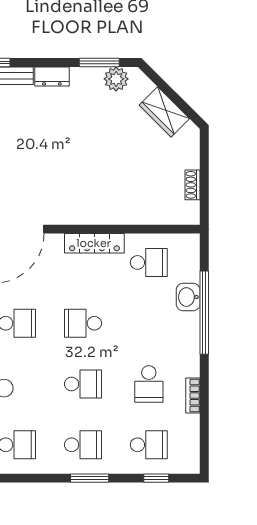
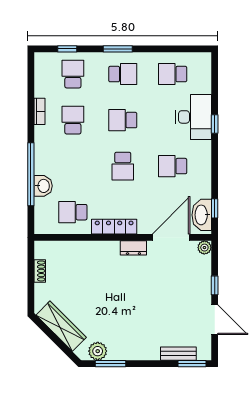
dresser: (52, 76) -> (133, 248), moved, turned 180
wardrobe: (164, 112) -> (61, 326), width x1.50
school desk: (83, 323) -> (123, 166), turned 90
school desk: (83, 445) -> (123, 74), turned 180
school desk: (149, 445) -> (73, 74), turned 90

